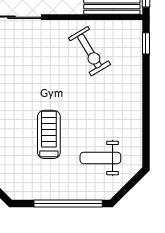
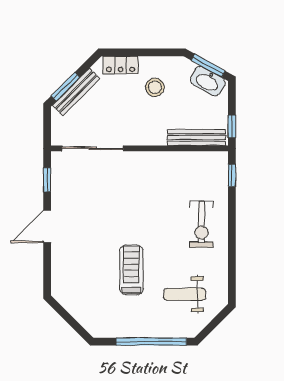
exercise bike: (90, 51) -> (202, 224), moved, turned 31

